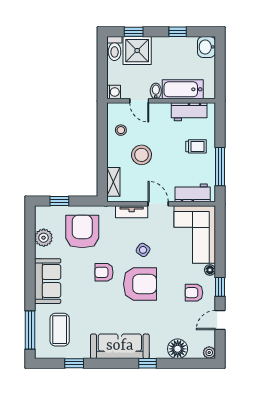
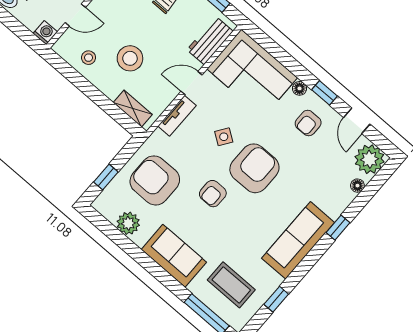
floor lamp: (178, 349) -> (357, 186), width x0.53, depth x0.53
plant: (209, 353) -> (370, 159), width x1.88, depth x1.88

